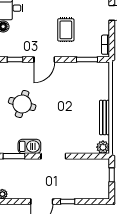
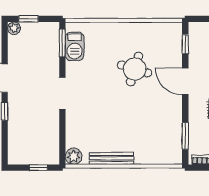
round table: (22, 104) -> (135, 69), moved
barbecue: (29, 146) -> (75, 46), moved

